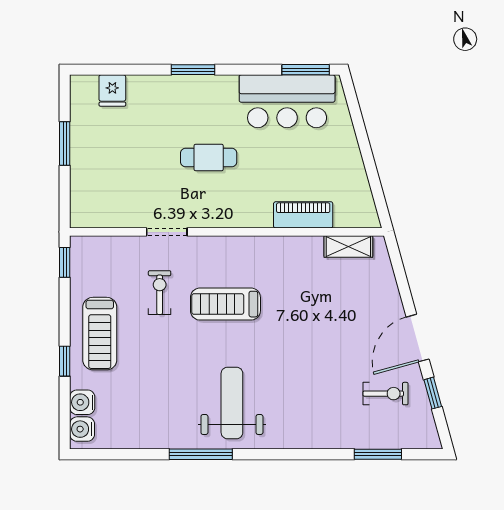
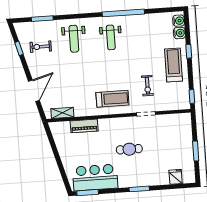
treadmill: (225, 304) -> (112, 99), moved
door: (418, 338) -> (34, 91), moved
weight bench: (232, 403) -> (111, 37), width x0.73, depth x0.75
weight bench: (312, 406) -> (74, 39), added
window: (201, 454) -> (123, 13), width x1.46

